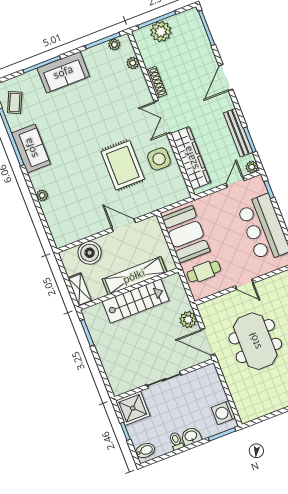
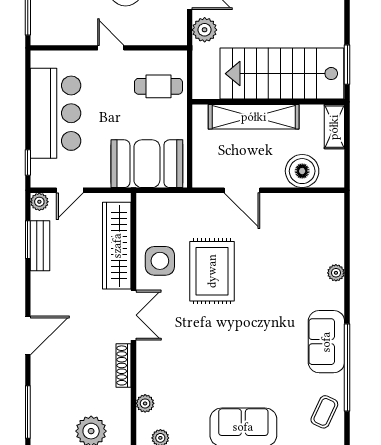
bench: (238, 133) -> (40, 246), width x0.73
booth: (186, 234) -> (147, 164), moved, turned 90
stairs: (136, 301) -> (282, 74), width x1.36, depth x1.51

